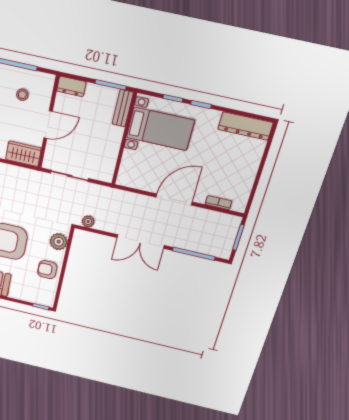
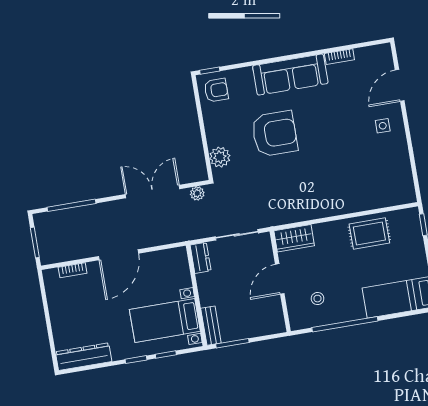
dresser: (71, 86) -> (201, 258), moved, turned 90
double door: (141, 241) -> (153, 192), moved
armchair: (47, 270) -> (216, 90), moved

